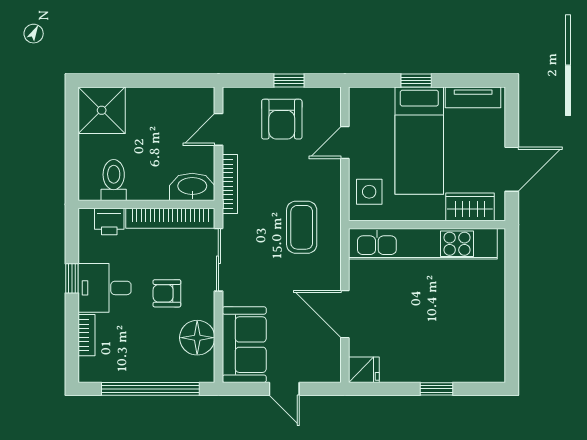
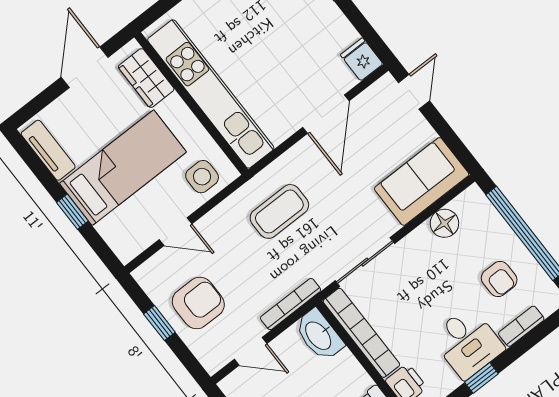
door: (512, 169) -> (85, 67), hinge flipped
armchair: (167, 293) -> (499, 279), moved
floor lamp: (197, 338) -> (444, 223), width x0.73, depth x0.73
door: (284, 389) -> (414, 92), moved

